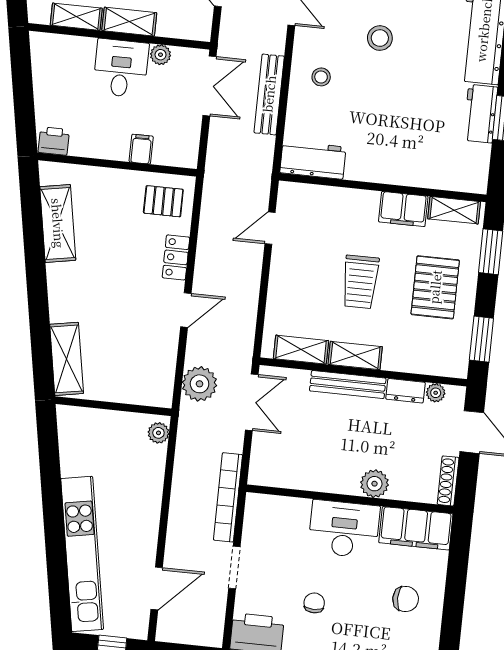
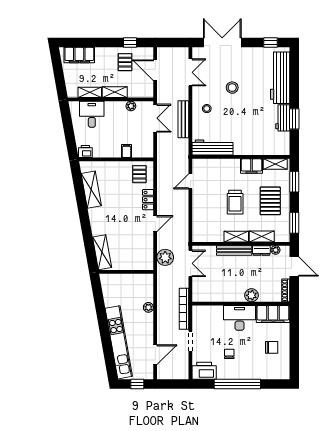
desk: (121, 68) -> (92, 114), moved
workbench: (313, 160) -> (213, 148), width x1.38
pallet: (163, 201) -> (139, 174), turned 90
shelving: (301, 350) -> (262, 236), moved
plant: (158, 433) -> (148, 307), moved

